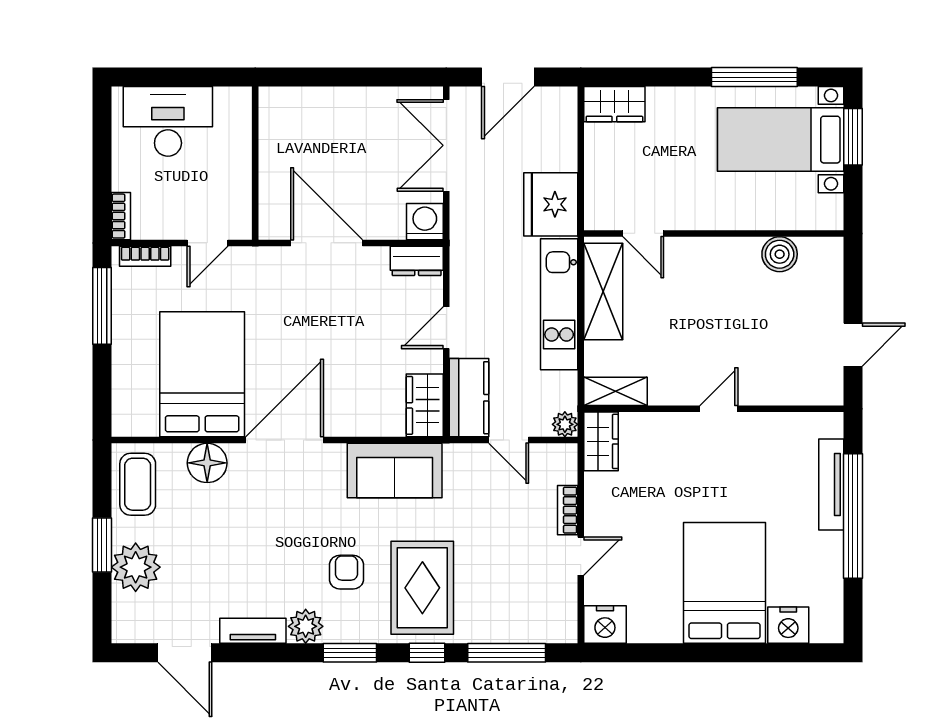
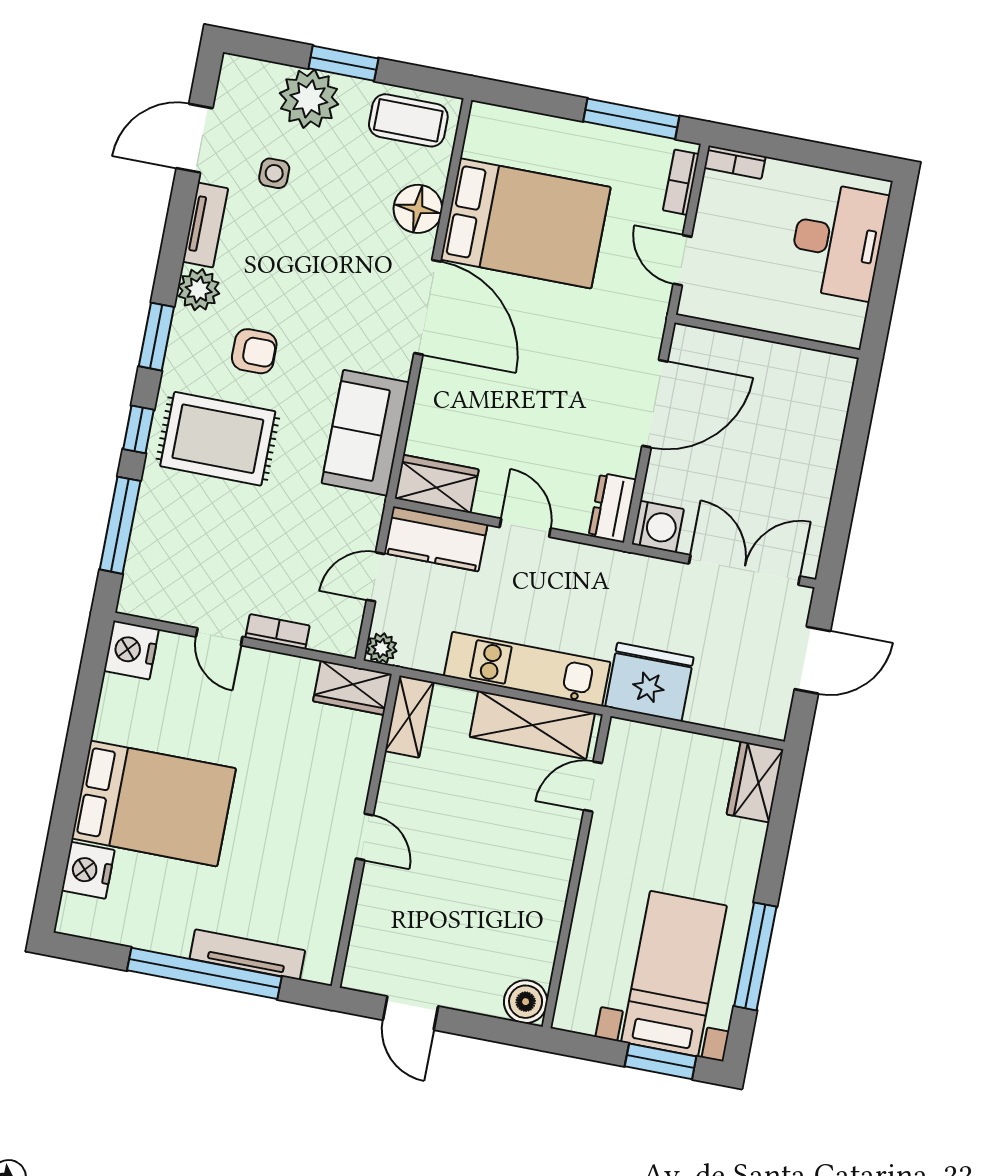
door: (508, 77) -> (812, 660), swing flipped
boiler: (780, 254) -> (526, 1002), moved
side table: (201, 584) -> (274, 173), added

